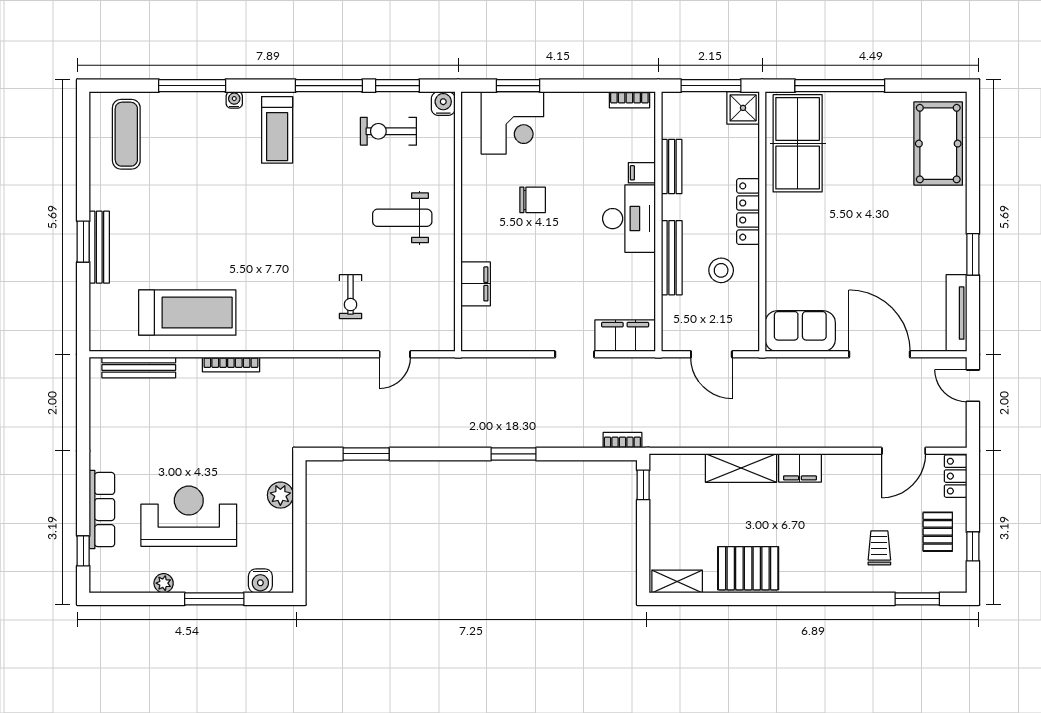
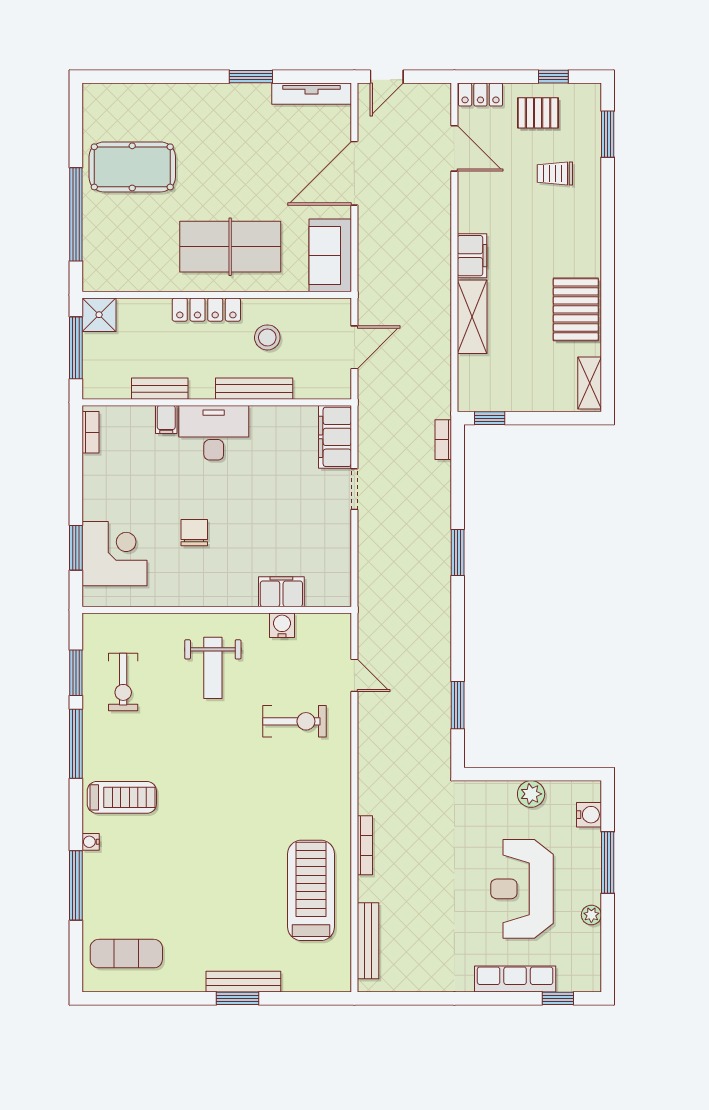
water cooler: (443, 104) -> (282, 625), moved, turned 90
table tennis table: (798, 143) -> (230, 247), moved
pool table: (938, 144) -> (132, 167), moved
exercise bike: (350, 297) -> (295, 721), width x1.38, depth x1.39
plant: (280, 495) -> (531, 794), moved

